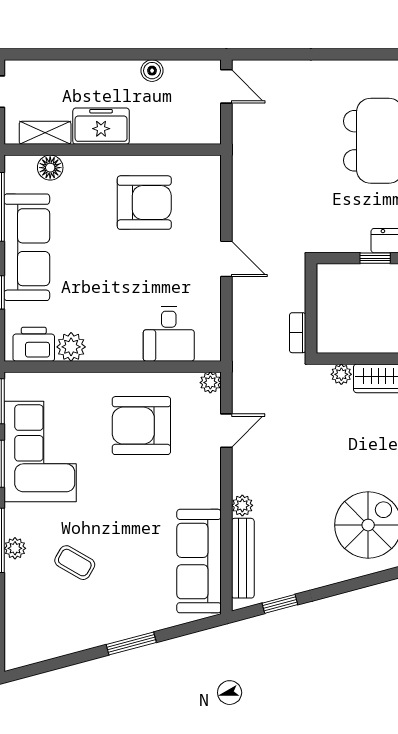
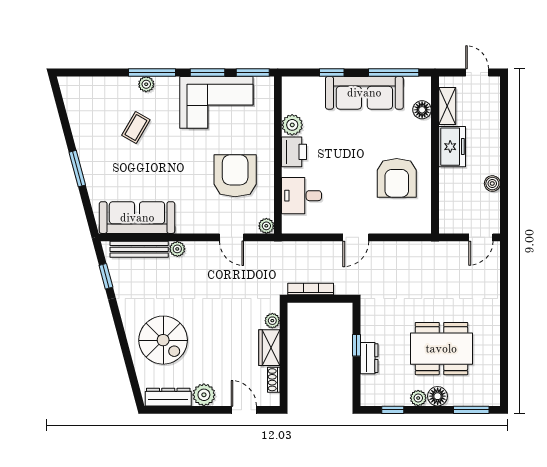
bookcase: (298, 333) -> (311, 289), width x1.56
printer: (34, 344) -> (294, 152), moved

